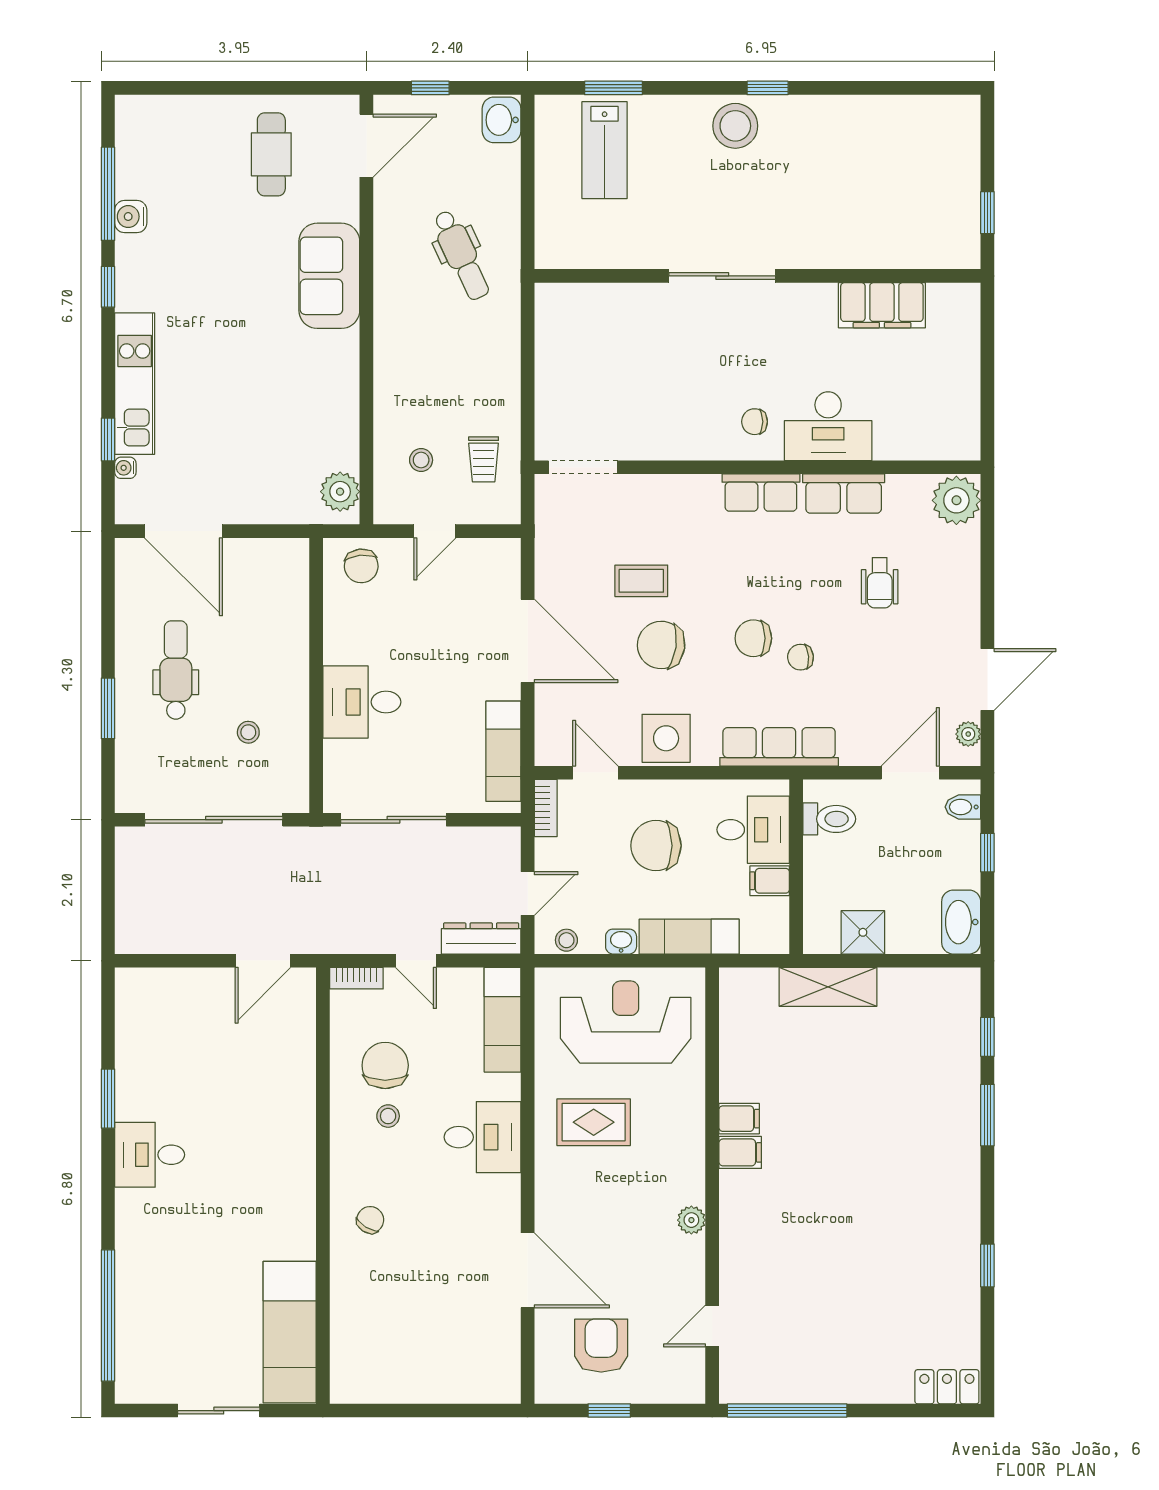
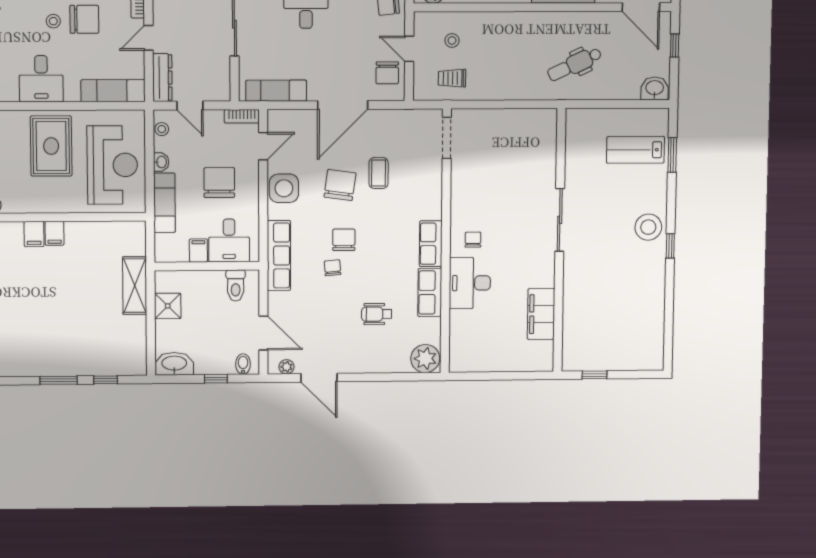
chair: (474, 567) -> (387, 73), added
rug: (594, 1122) -> (51, 146), width x1.36, depth x1.43

